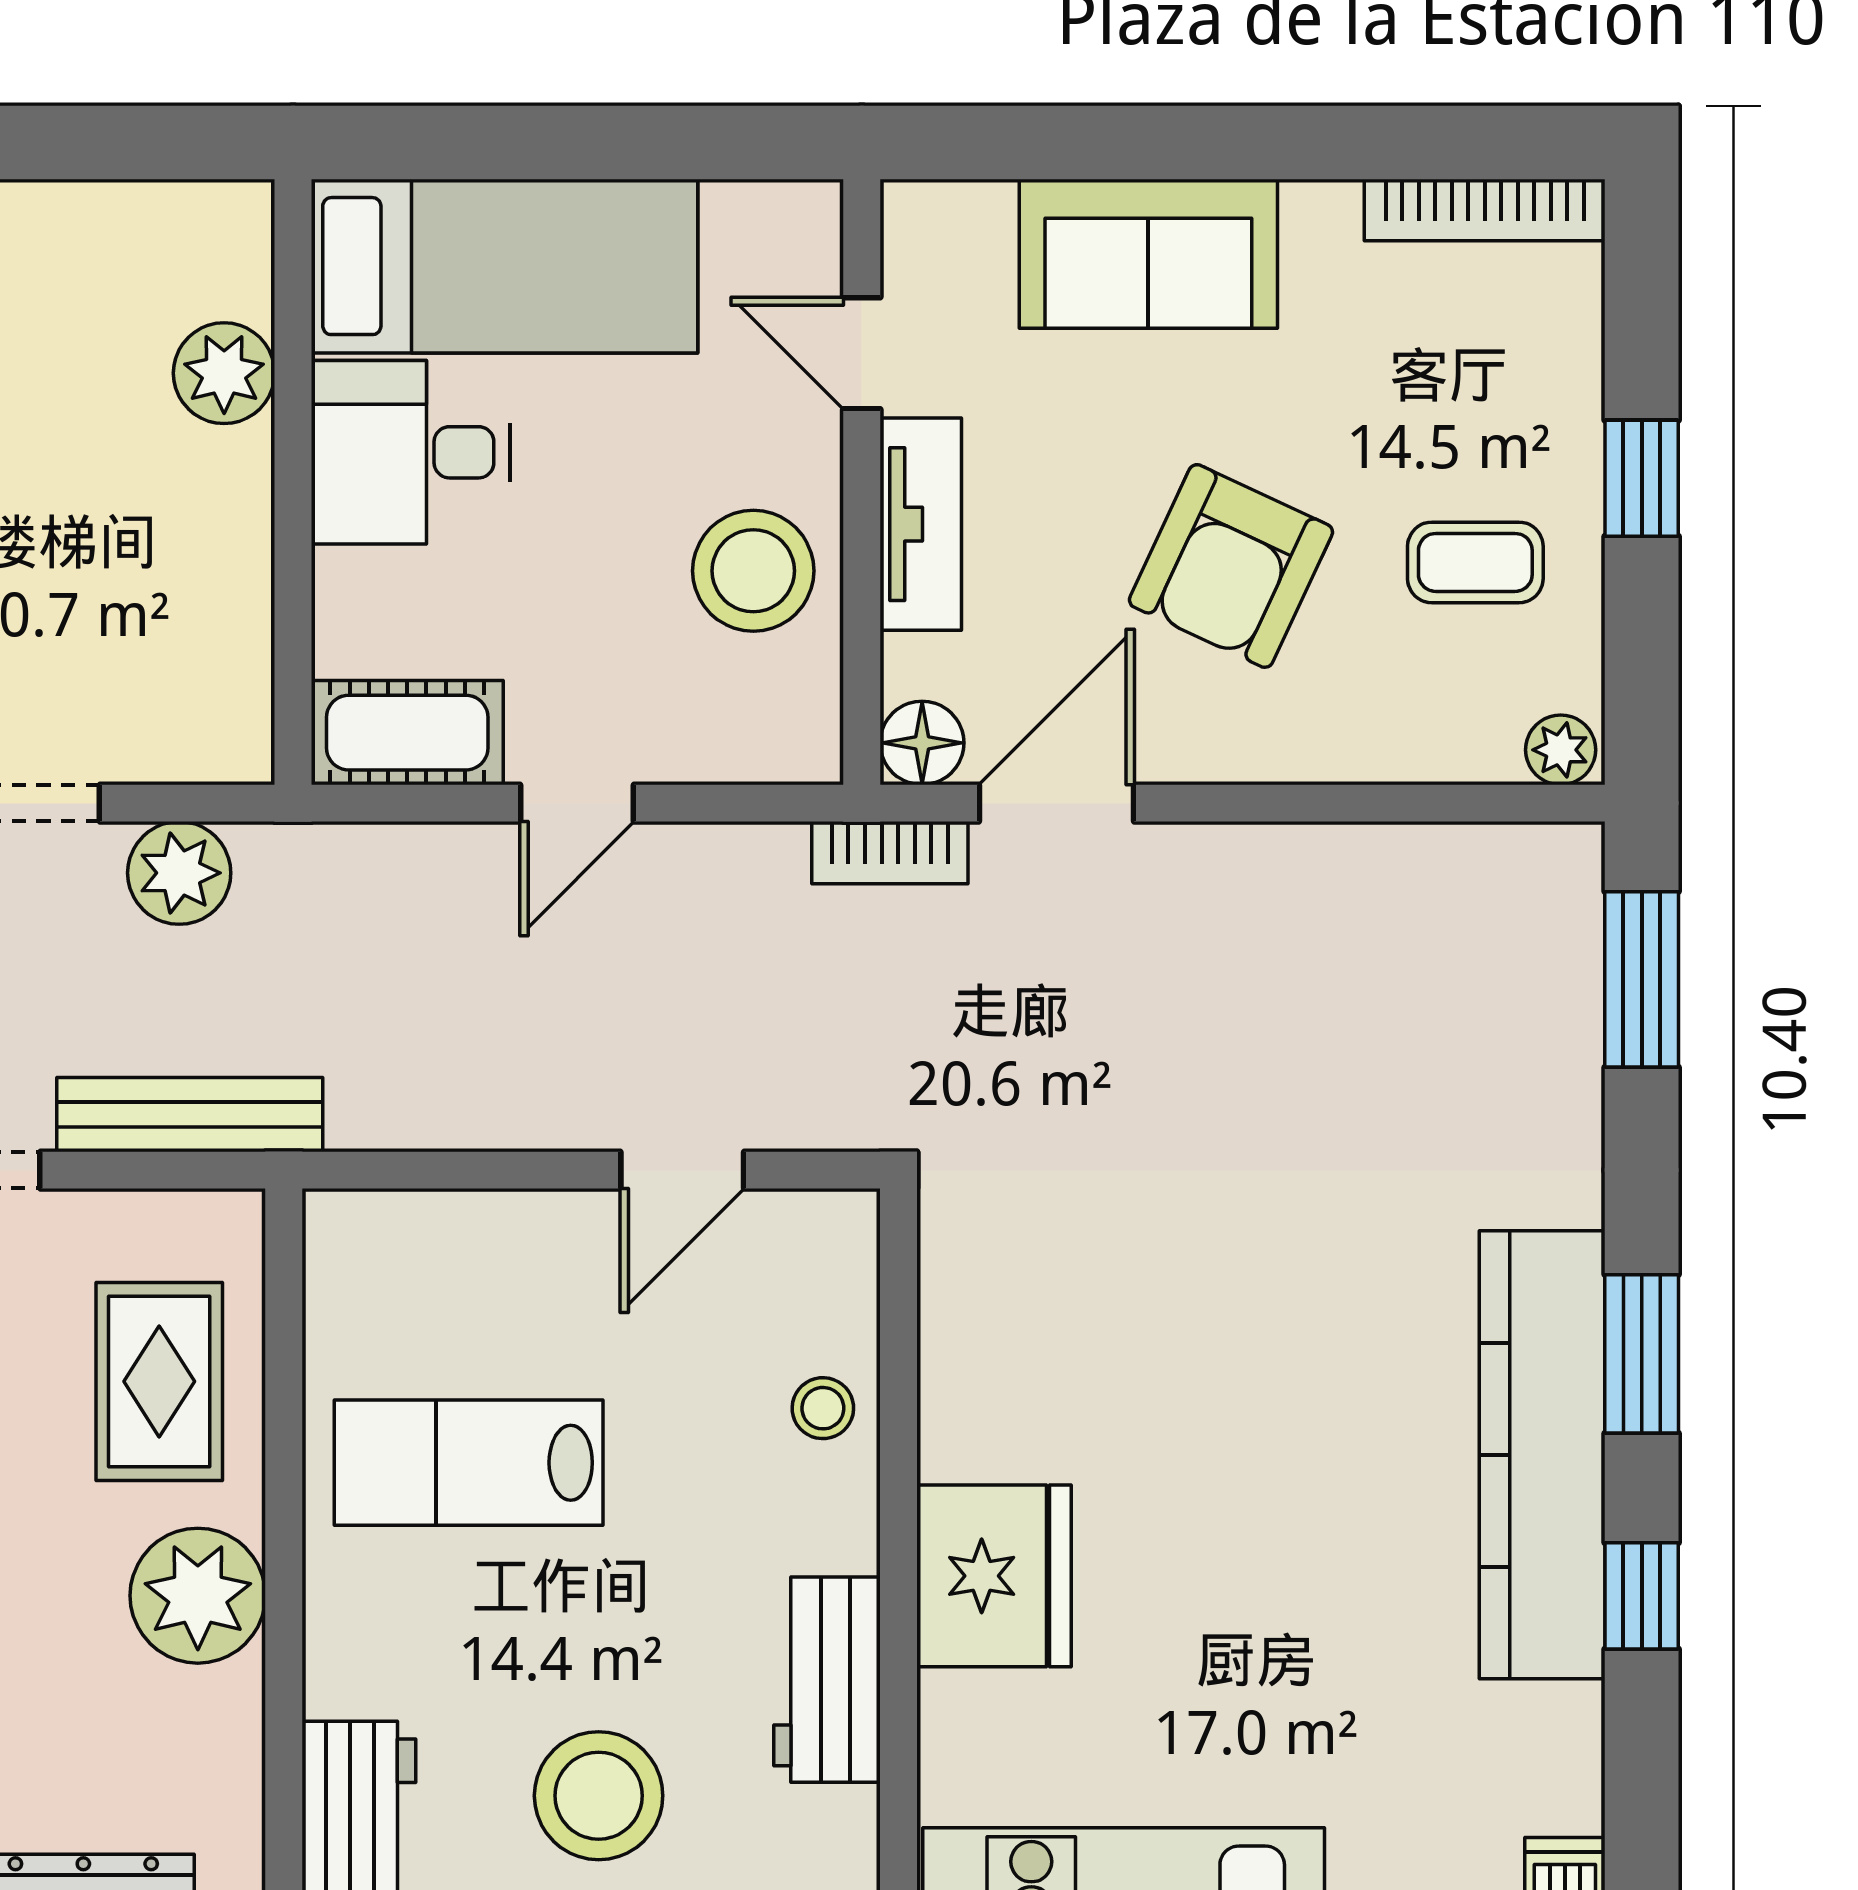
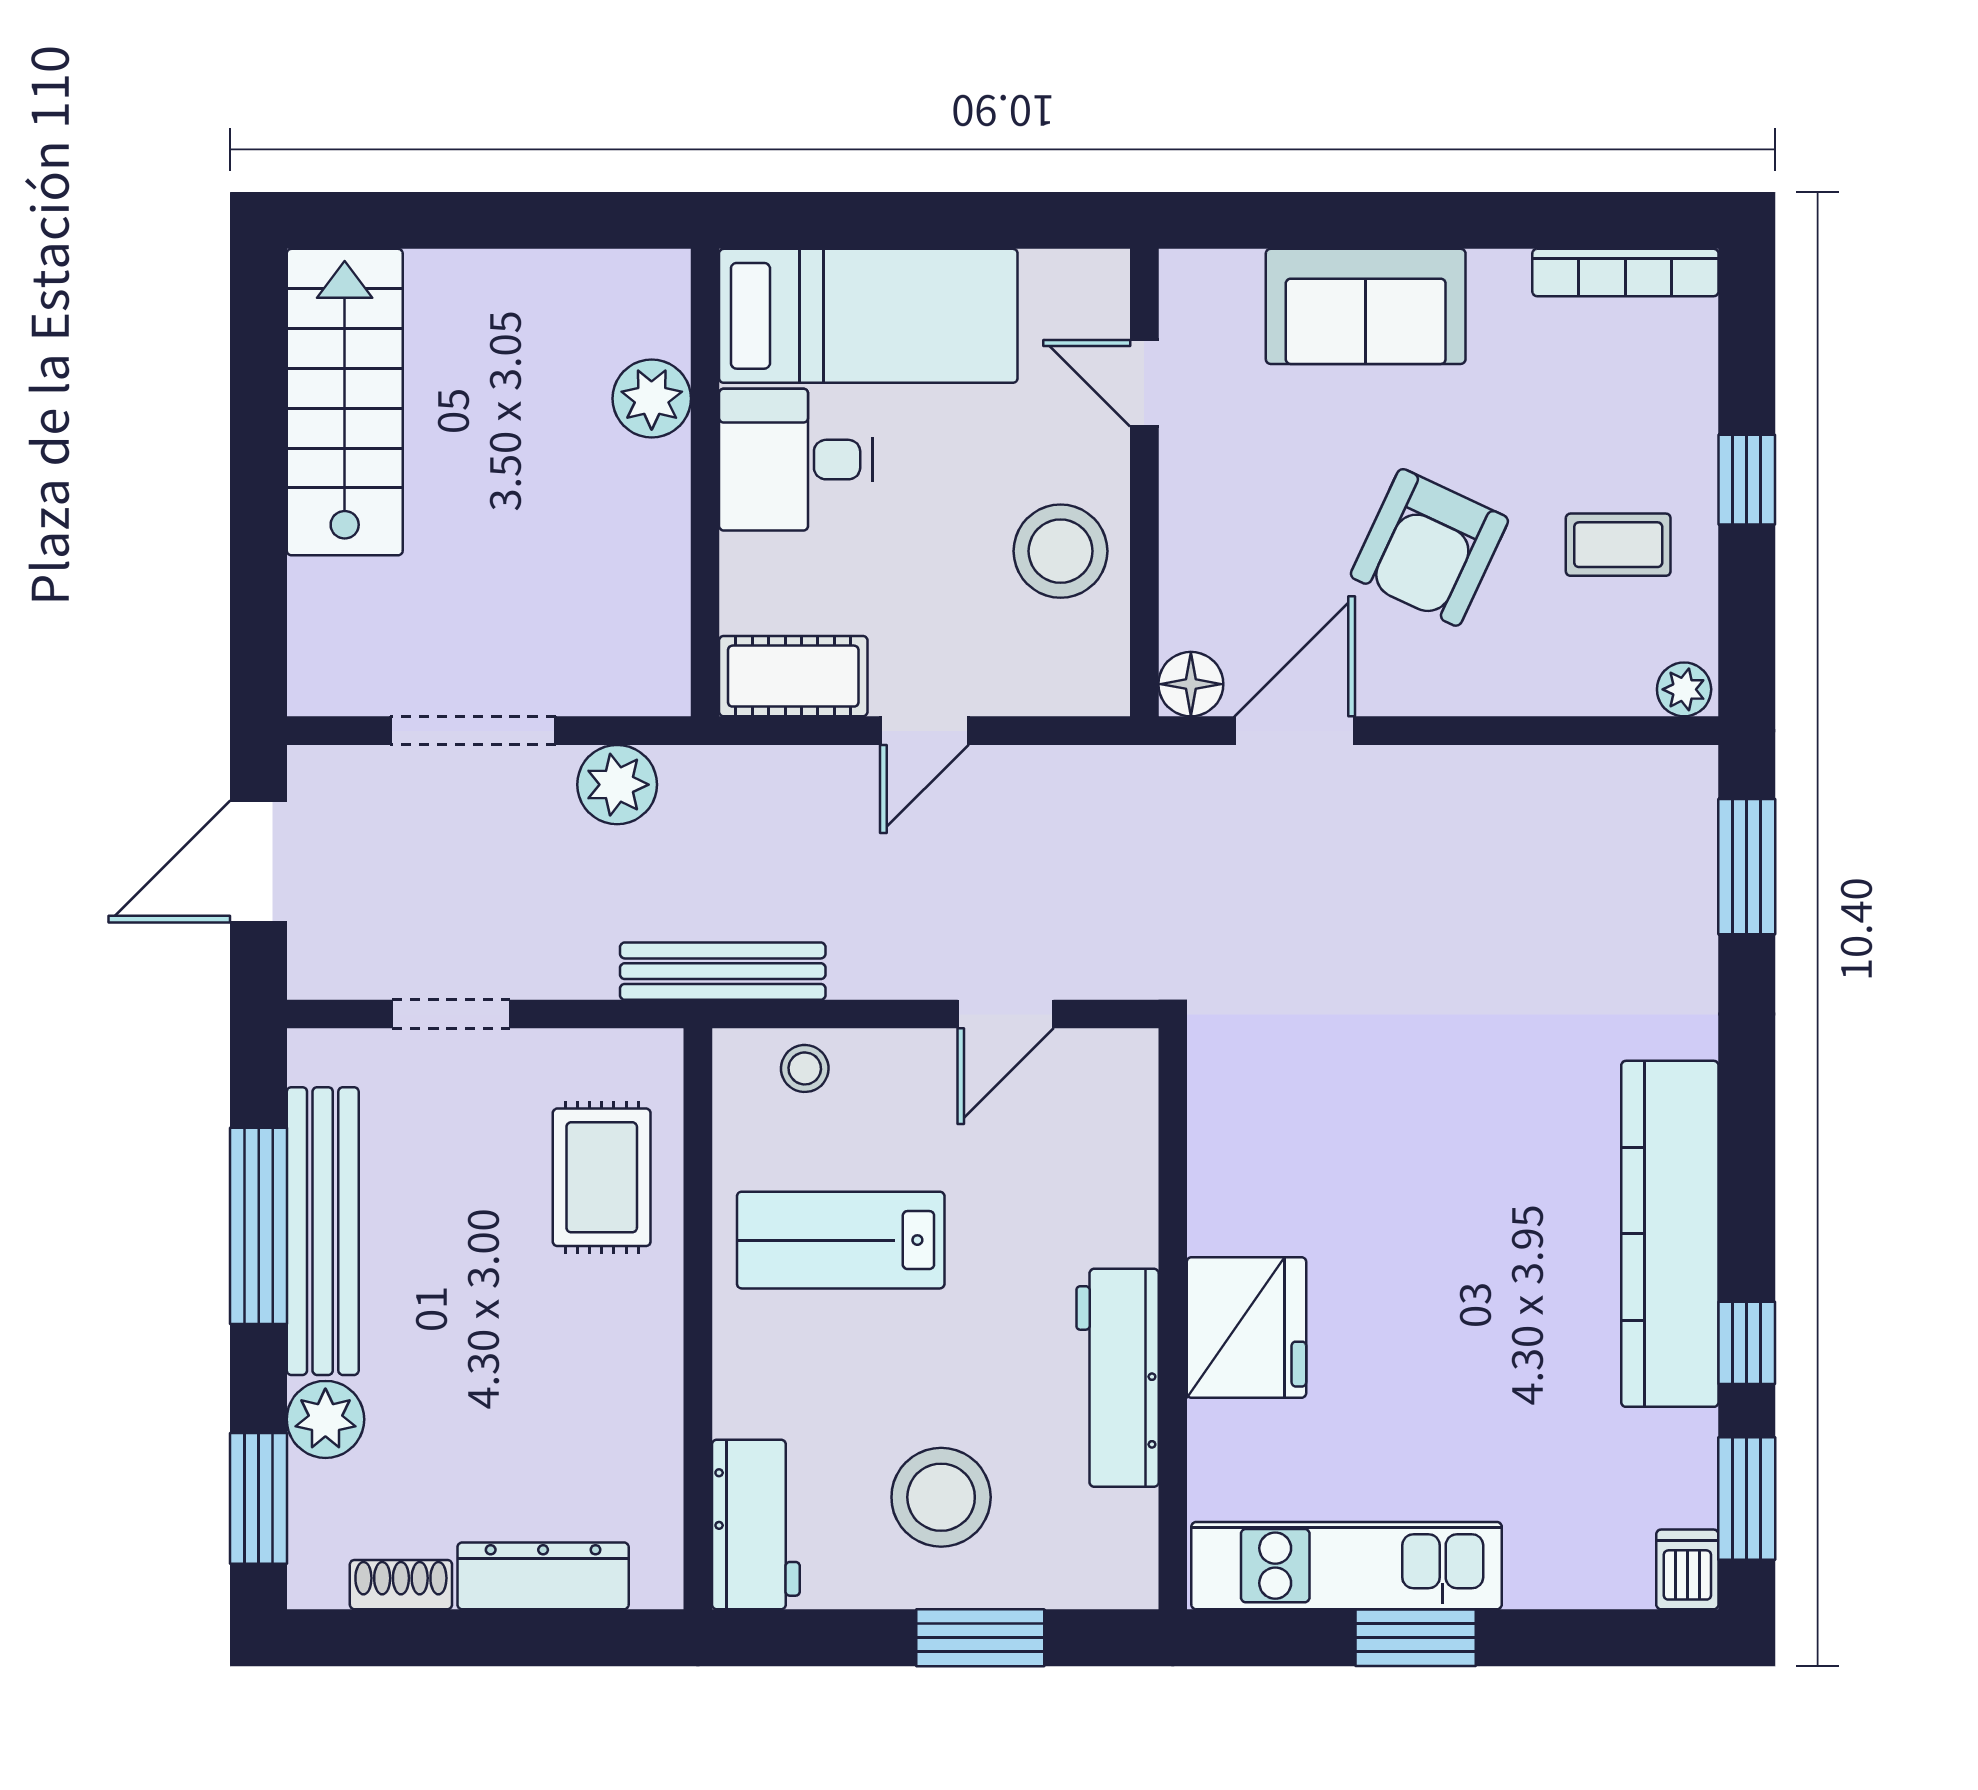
tv unit: (921, 524) -> (1190, 515), removed
bookcase: (890, 853) -> (1166, 769), removed
bench: (190, 1115) -> (723, 971), moved
window: (1642, 1354) -> (1747, 1498), moved
stool: (823, 1408) -> (805, 1068), moved
plant: (198, 1596) -> (631, 1343), removed
workbench: (827, 1680) -> (1118, 1378), width x1.38

